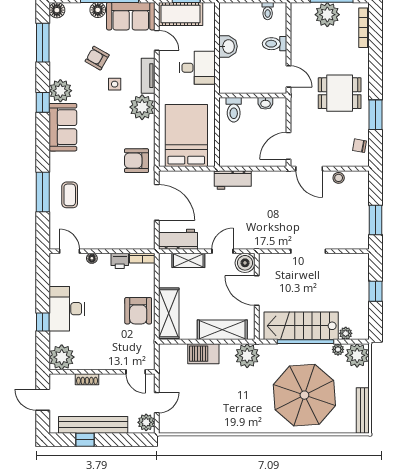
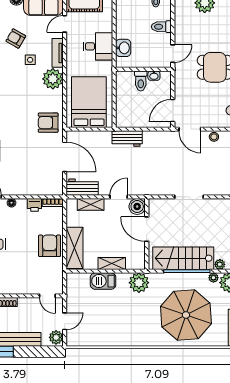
door: (157, 40) -> (65, 24), swing flipped
washbasin: (228, 46) -> (123, 48), moved
door: (288, 76) -> (173, 54), hinge flipped
toilet: (234, 110) -> (141, 81), moved
armchair: (138, 311) -> (50, 246), turned 180
shelving: (222, 330) -> (112, 264), width x0.67, depth x0.75

